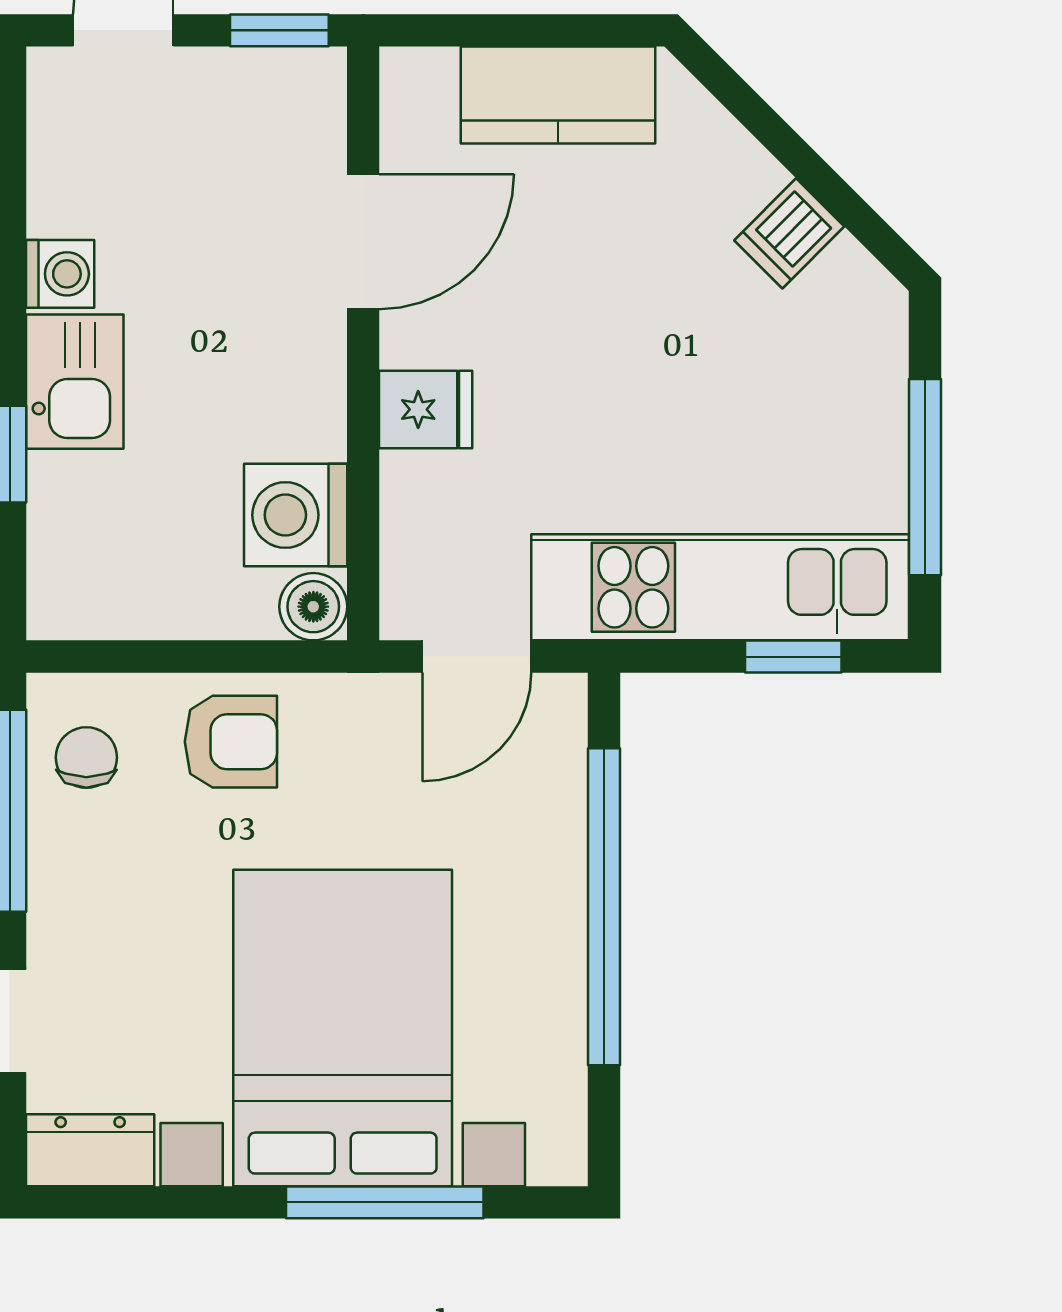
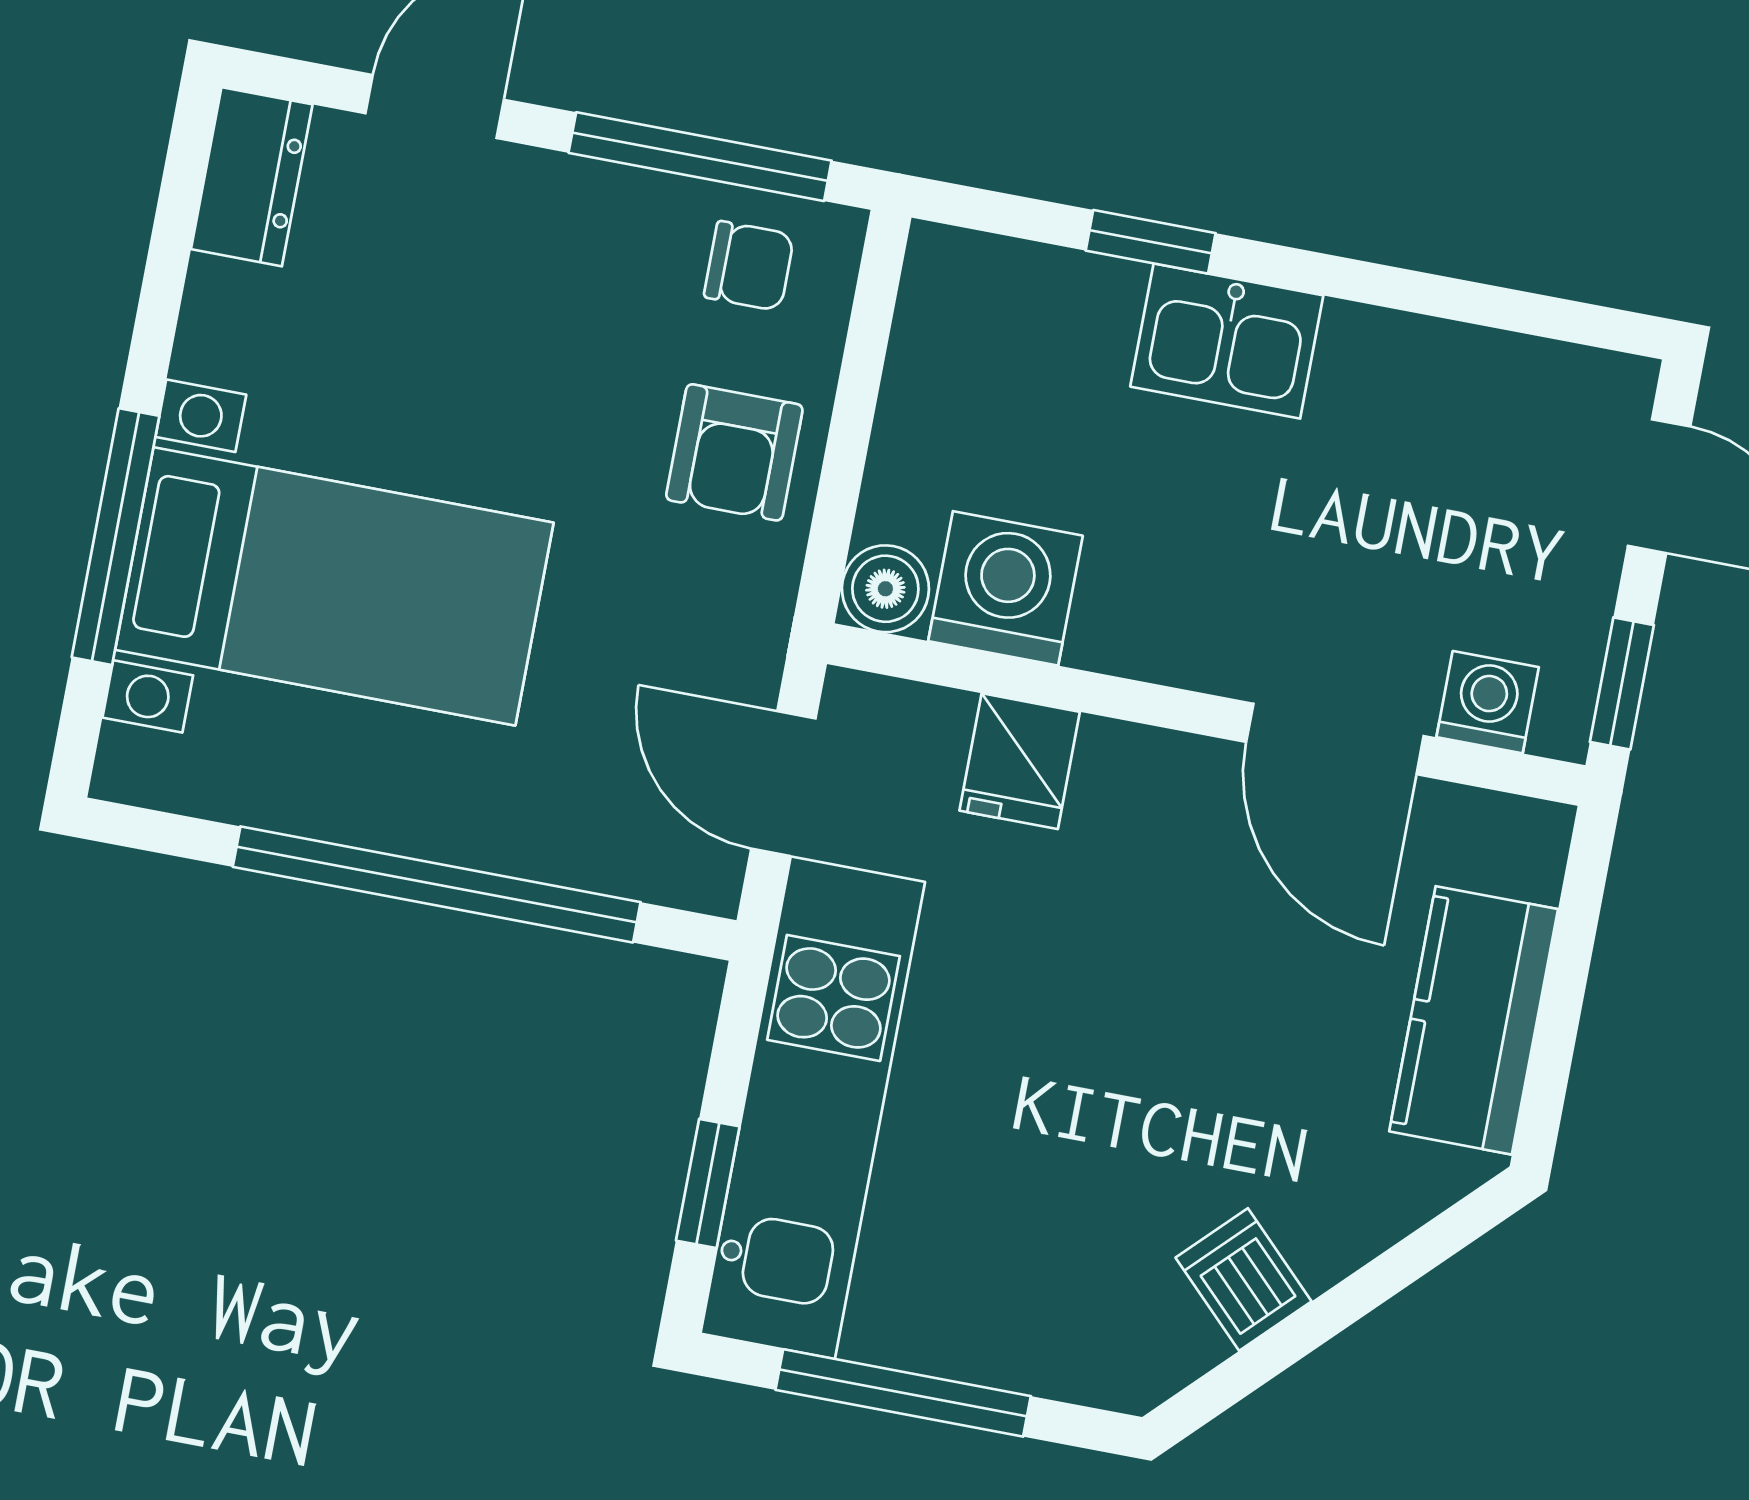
washing machine: (60, 274) -> (1488, 702), moved, turned 180
fridge: (426, 409) -> (1020, 761), moved
bed with nightstands: (343, 1028) -> (334, 586), width x0.73

